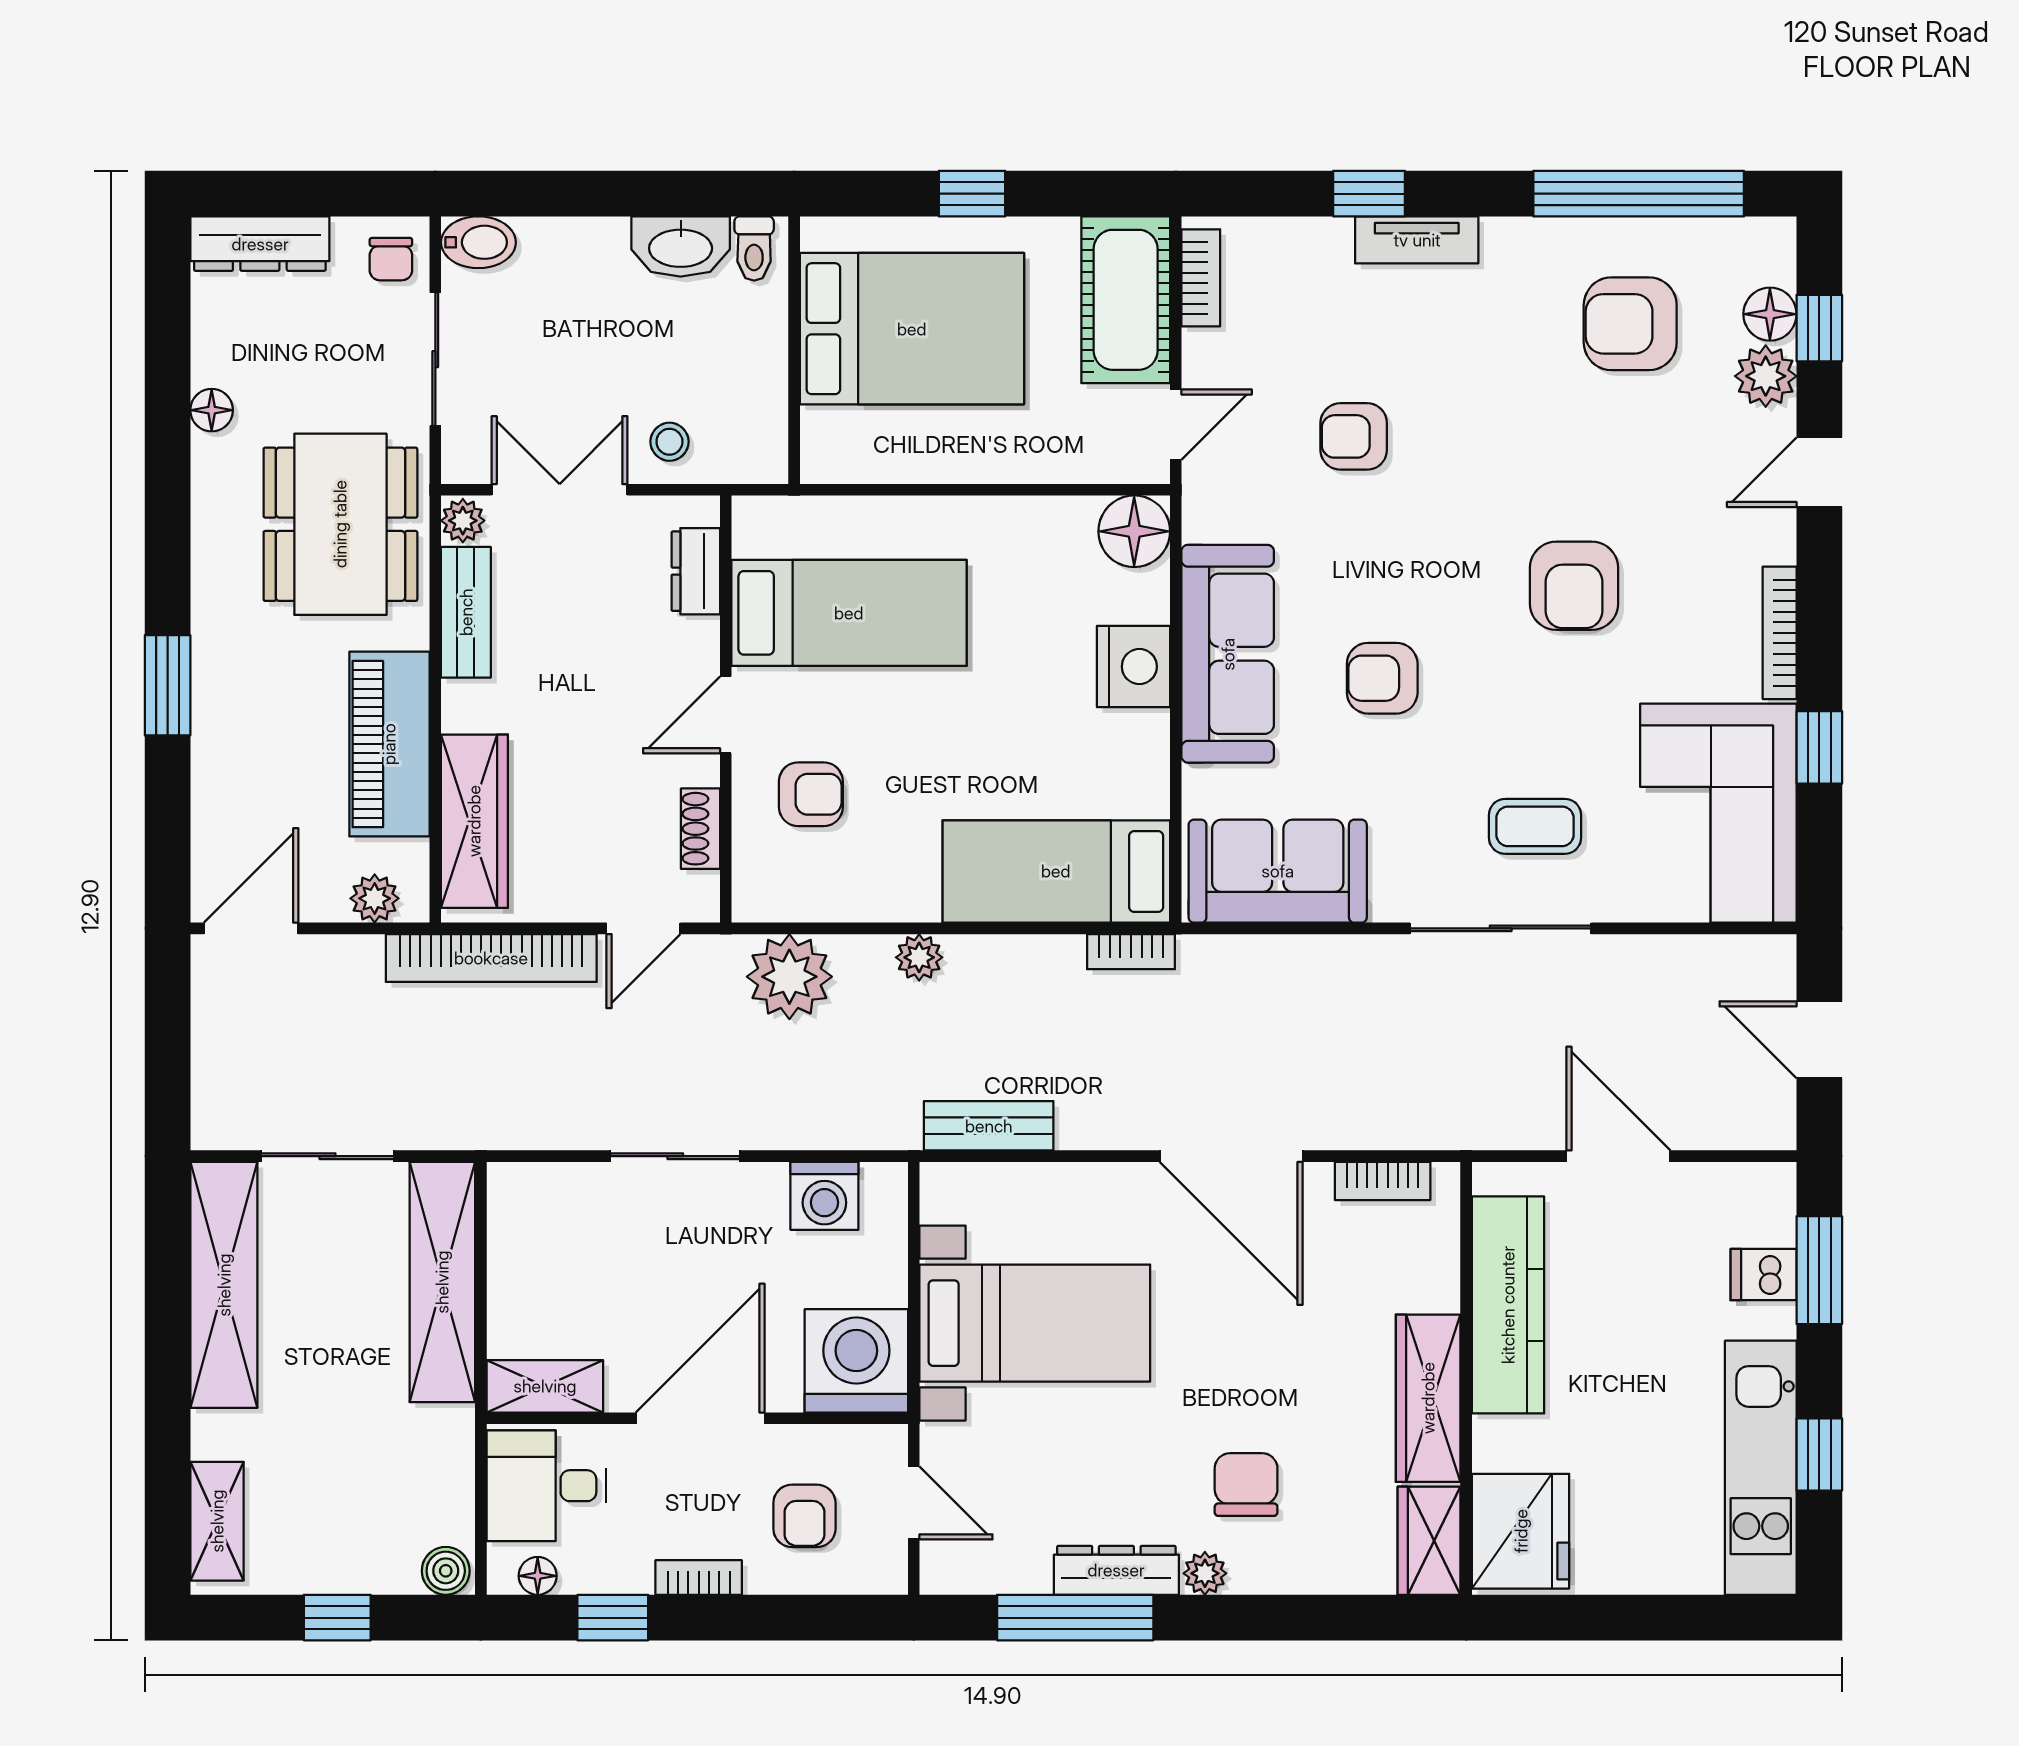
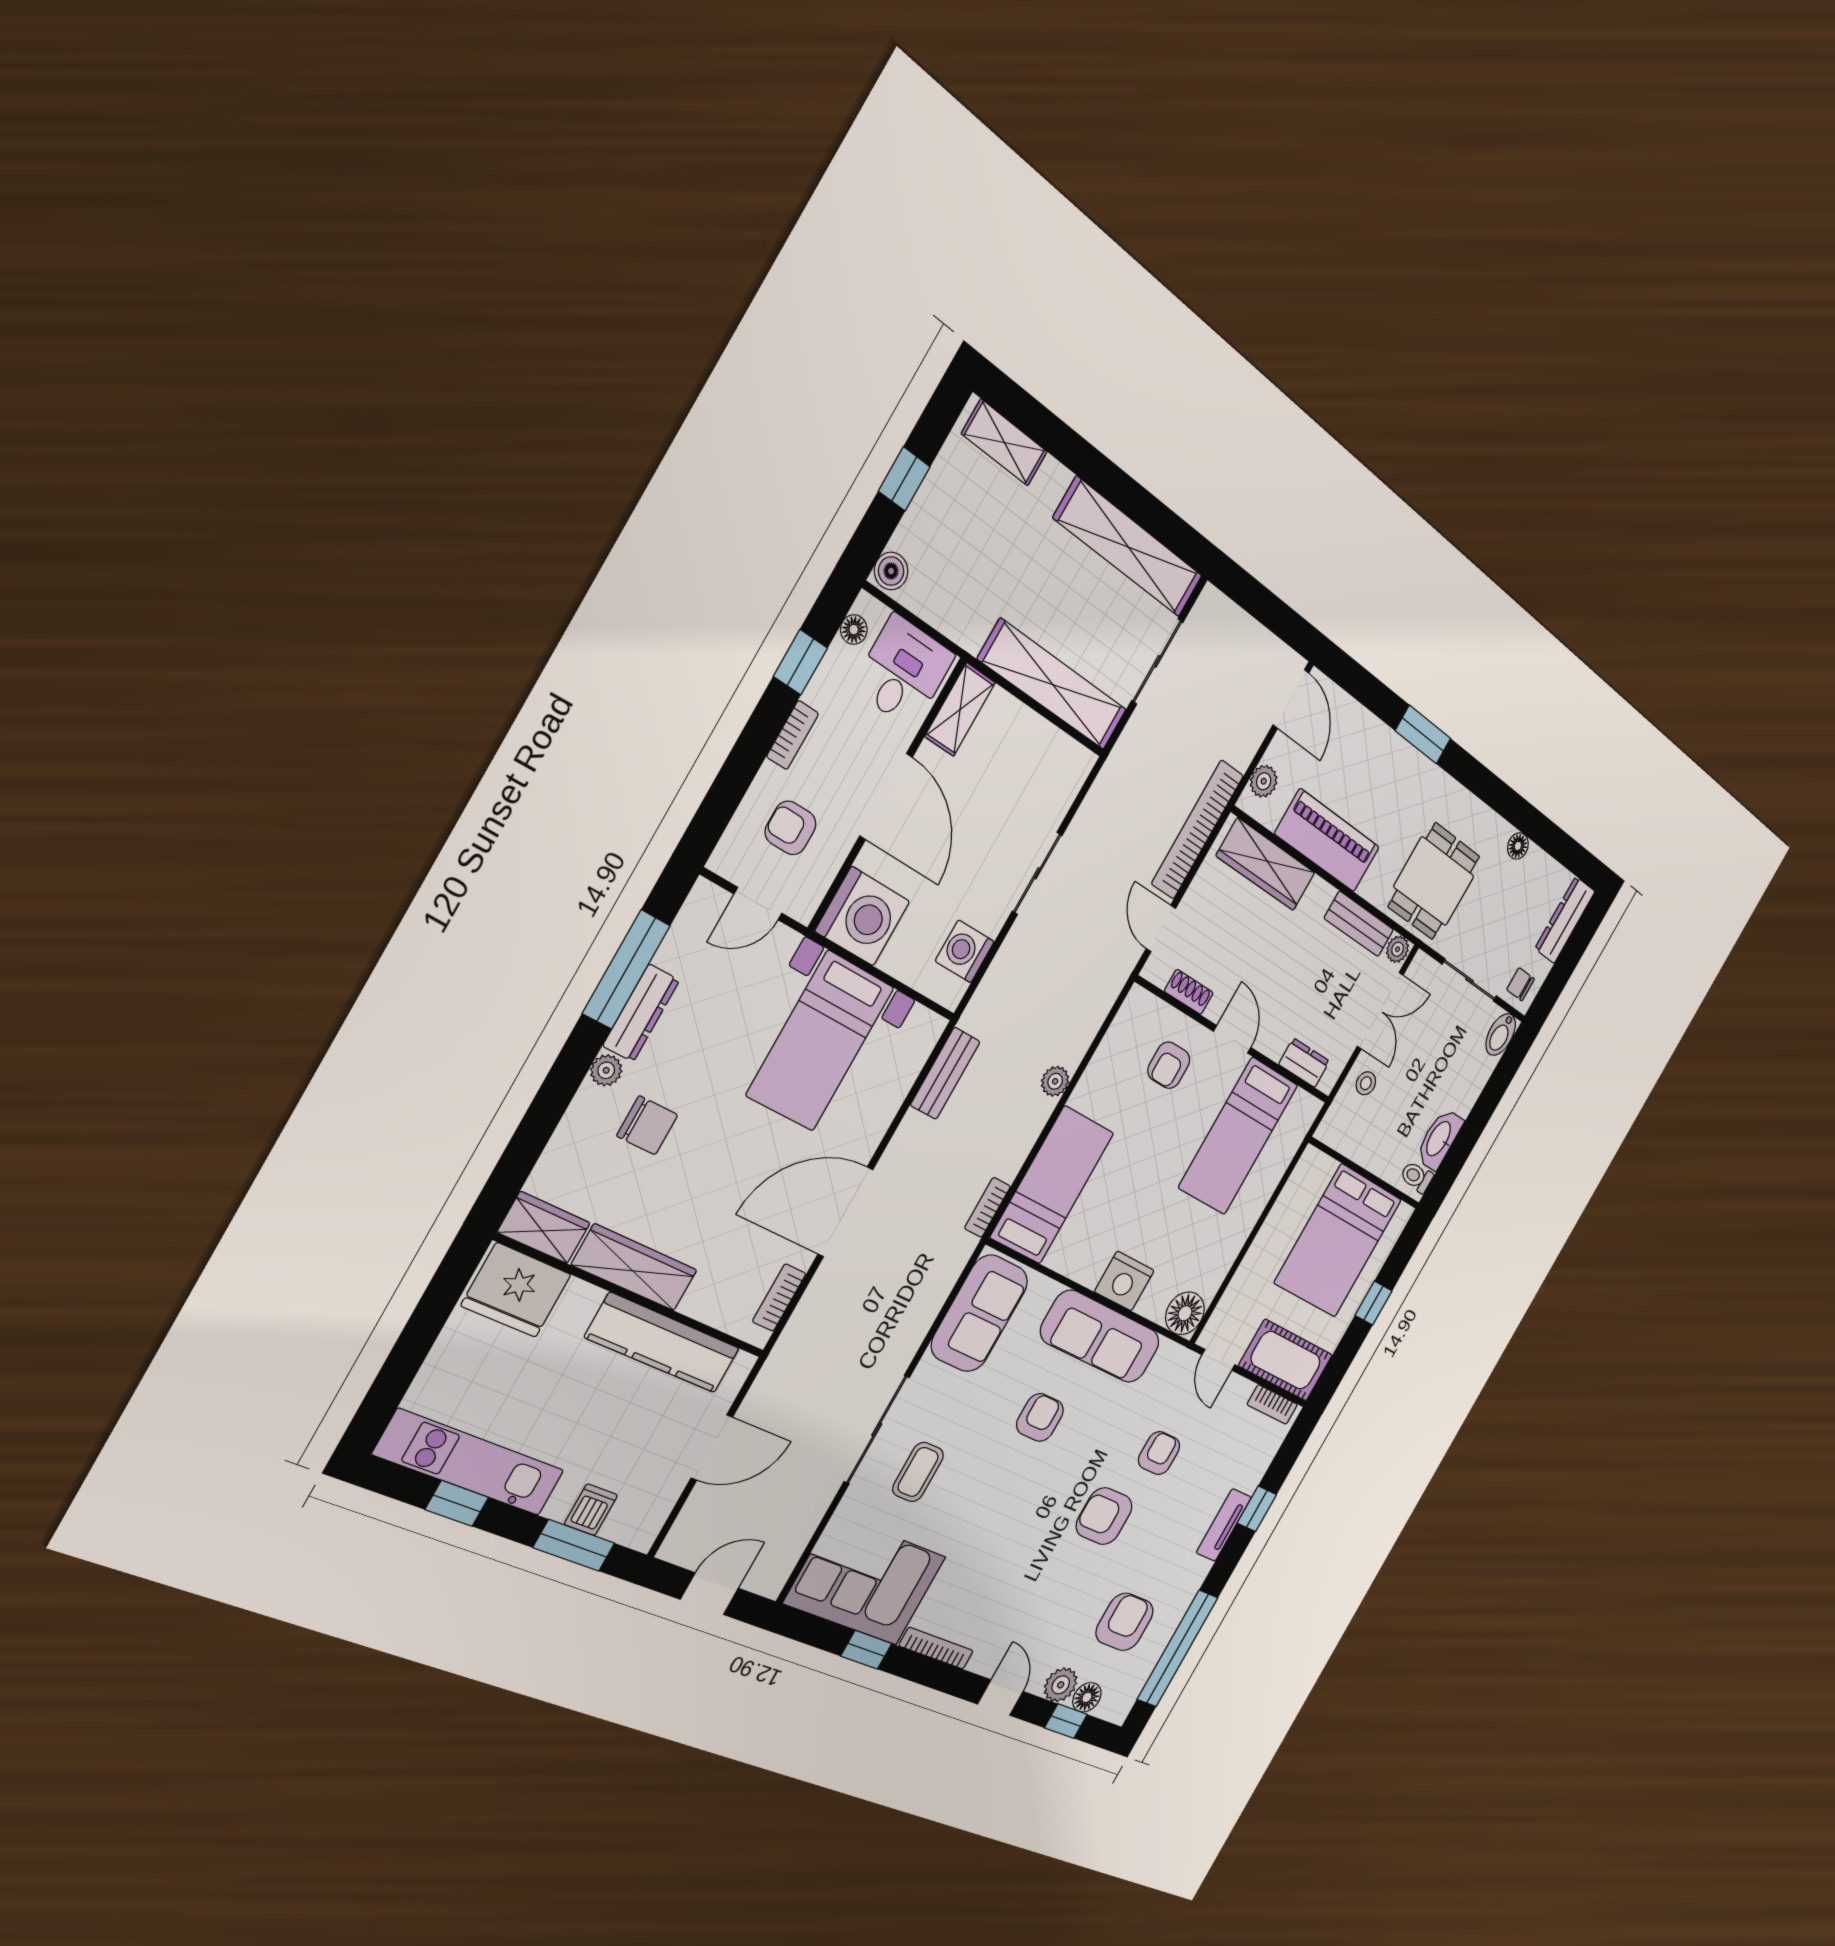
dining table: (340, 524) -> (1434, 881), width x0.73
armchair: (1574, 586) -> (1104, 1516), moved
plant: (789, 977) -> (1089, 999), removed

